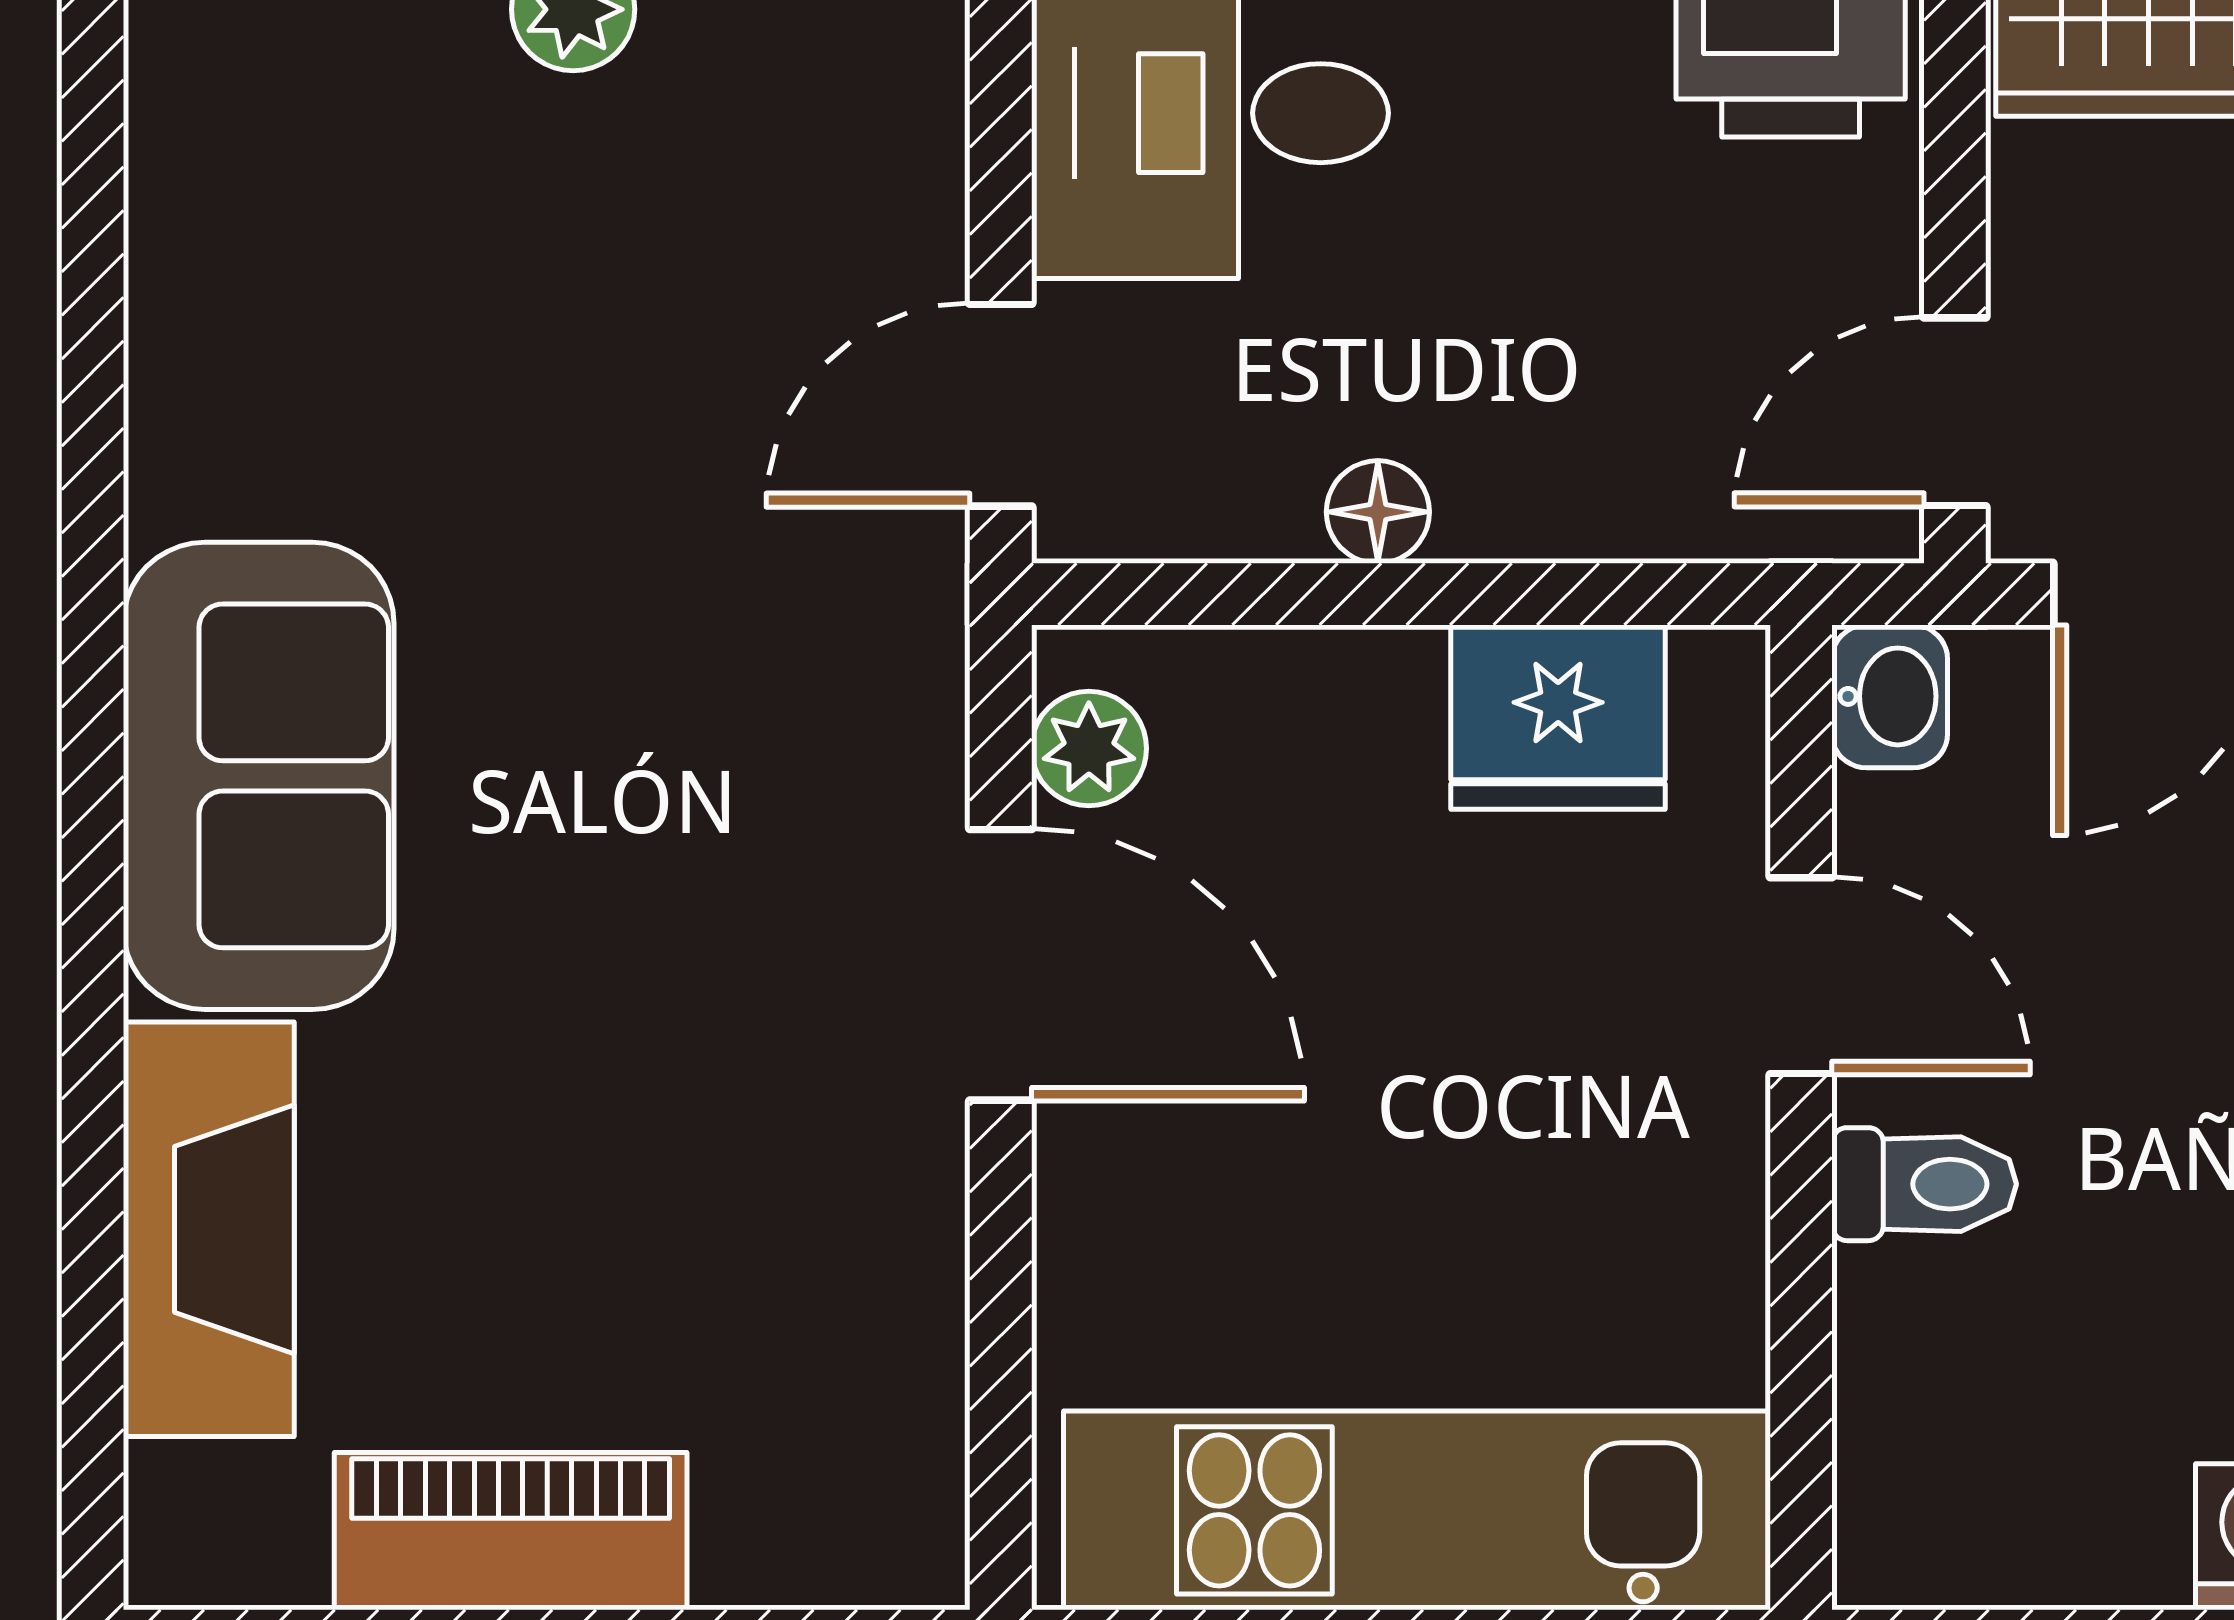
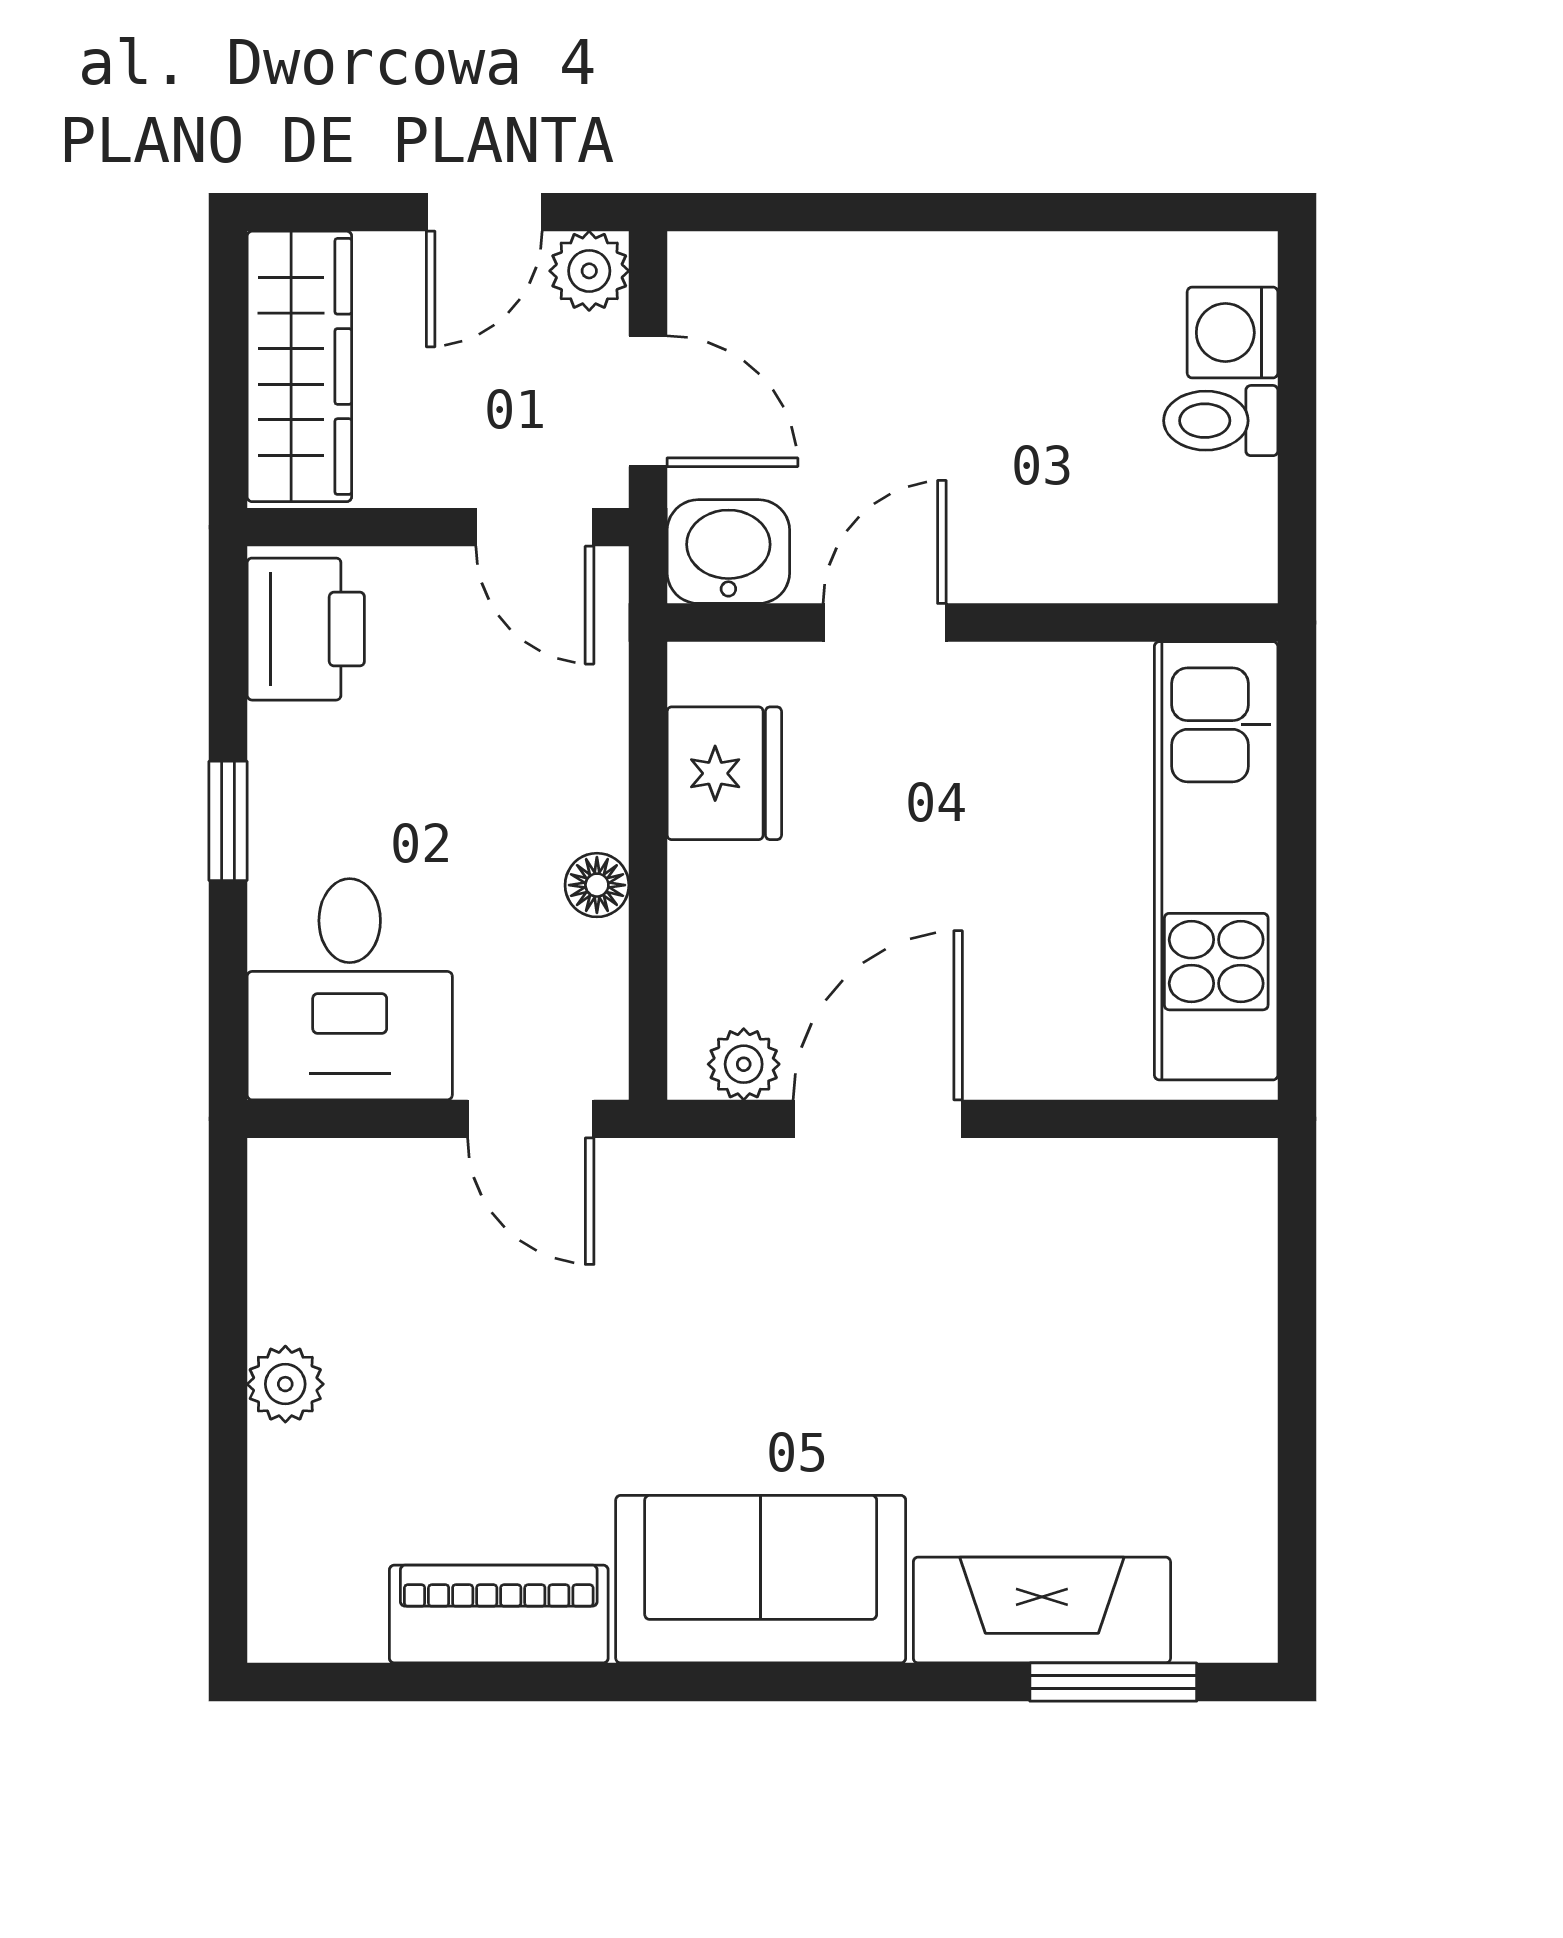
washbasin: (1890, 696) -> (728, 552), width x1.38, depth x1.45
toilet: (1924, 1184) -> (1221, 421), moved, turned -90
window: (93, 1344) -> (1113, 1682), added
piano: (511, 1531) -> (499, 1614), moved, turned 90

